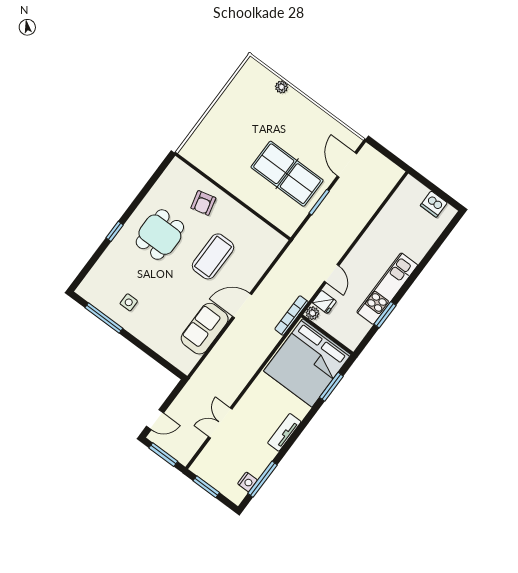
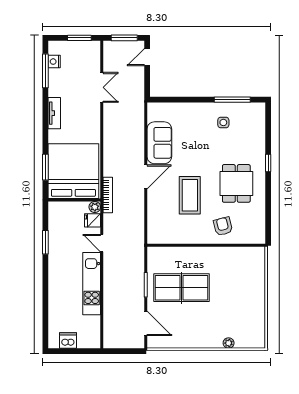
kitchen unit: (387, 289) -> (92, 284), moved, turned 180

